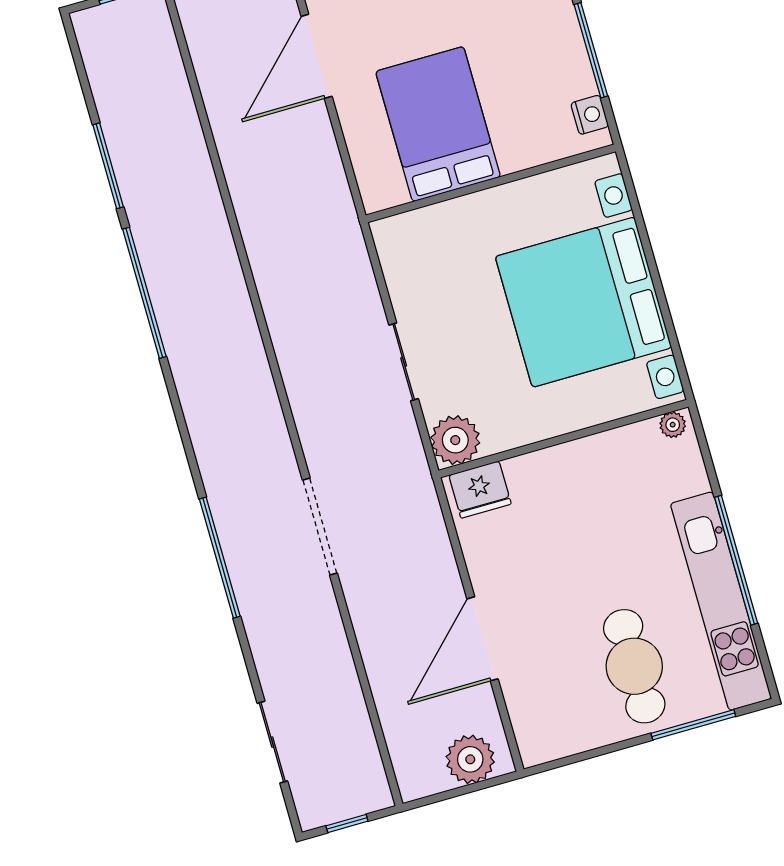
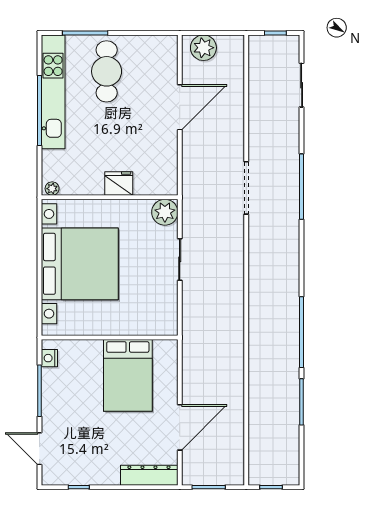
fridge: (480, 490) -> (119, 183), moved

